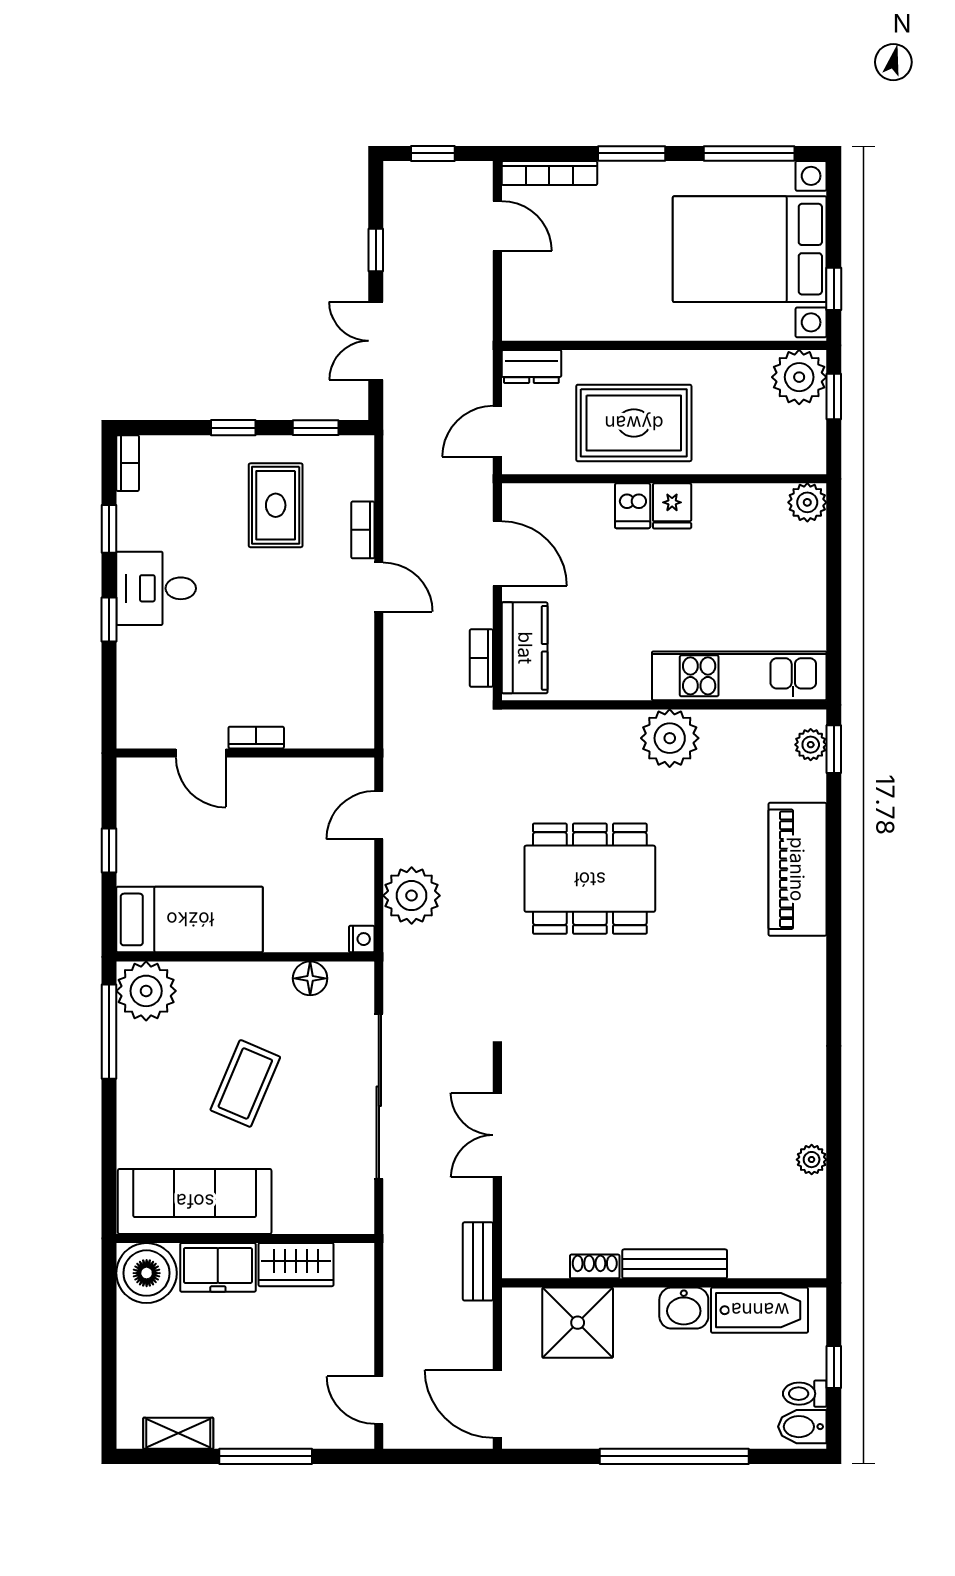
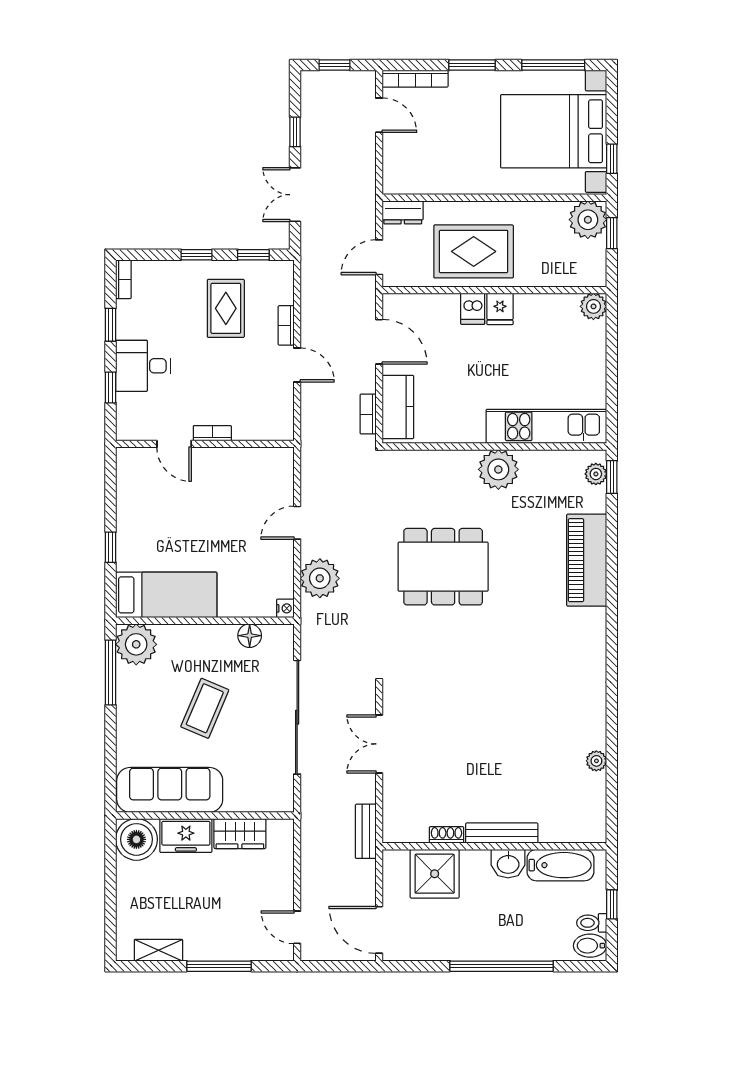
bookcase: (256, 738) -> (212, 433), moved
door: (201, 753) -> (174, 444), moved
wall: (245, 753) -> (205, 444), moved

